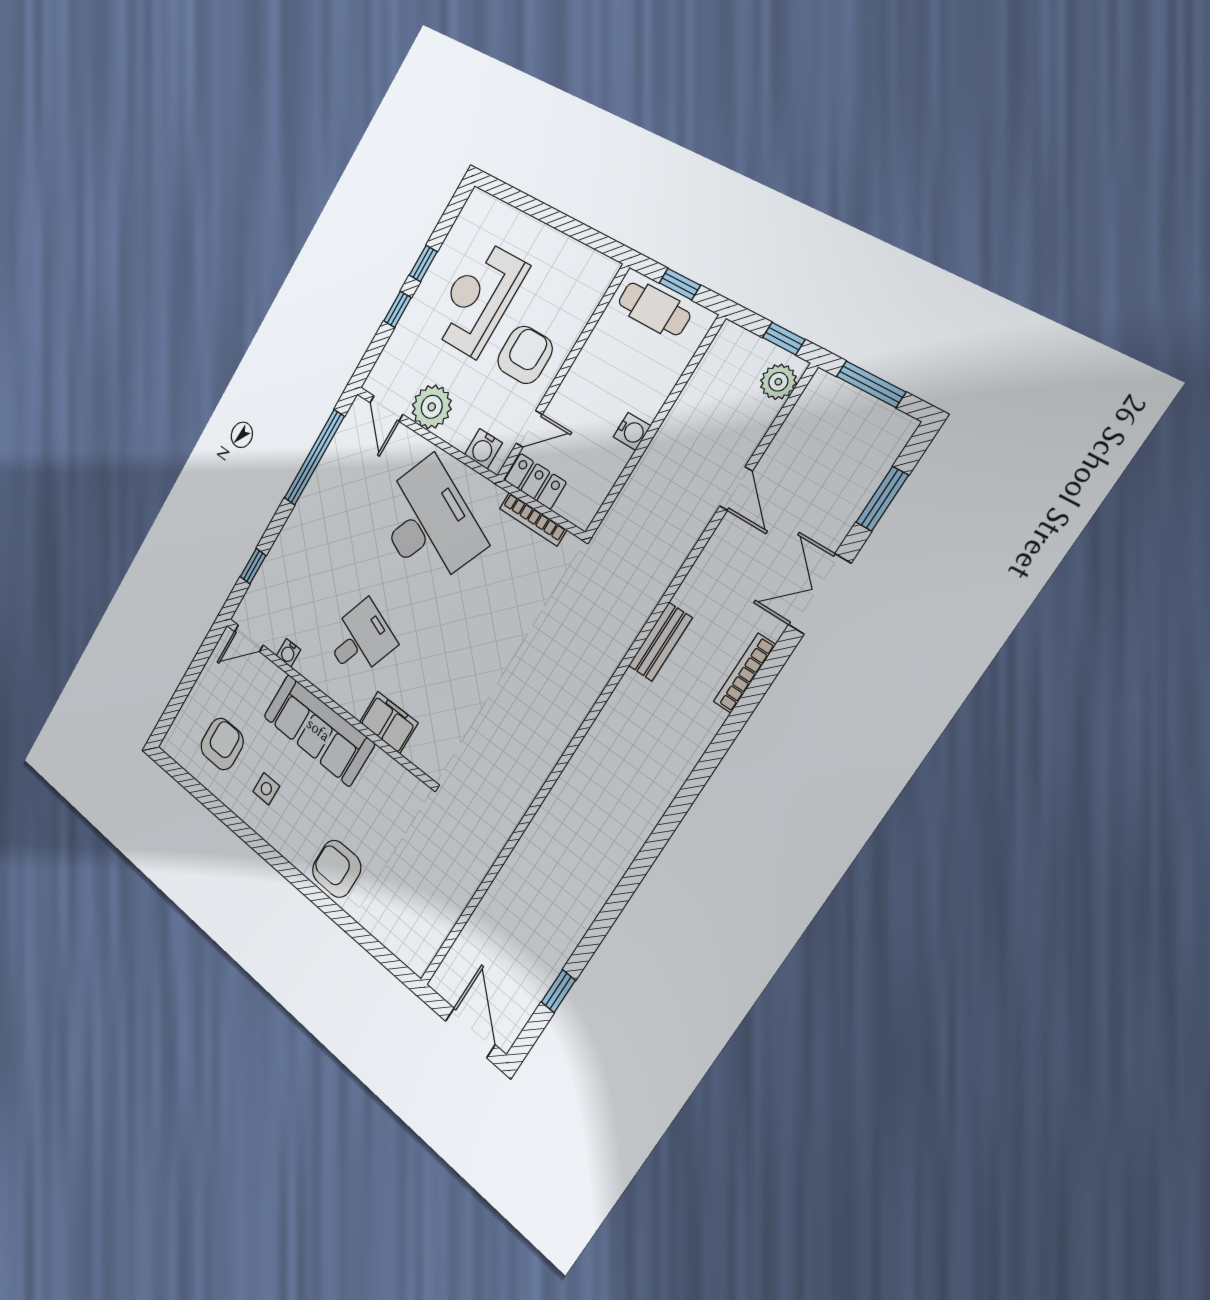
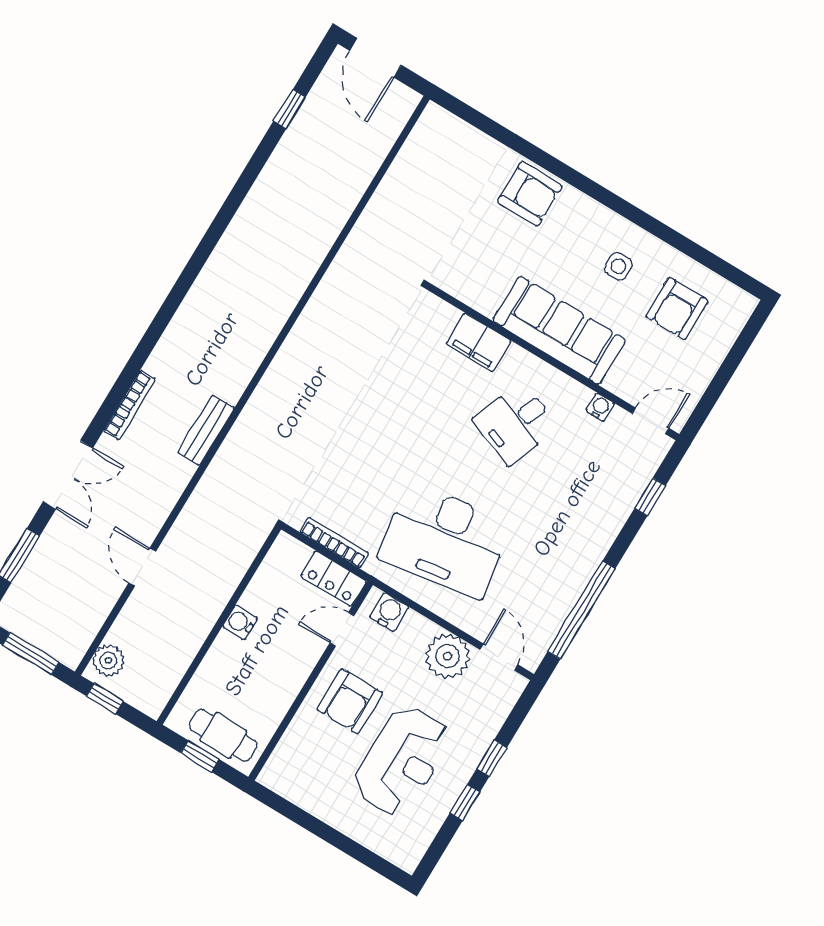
desk: (429, 523) -> (445, 540), turned -33

